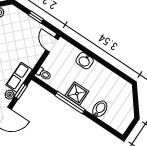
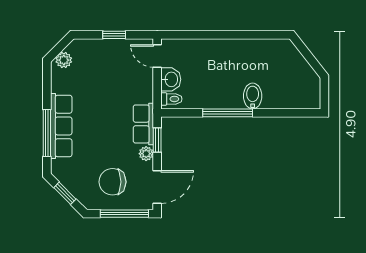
washbasin: (85, 61) -> (171, 79), moved, turned -90
shower: (77, 94) -> (229, 96), removed
bidet: (100, 109) -> (253, 96), moved

